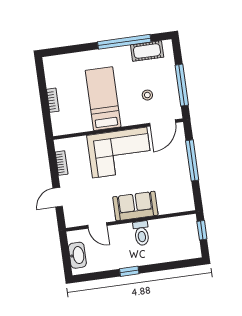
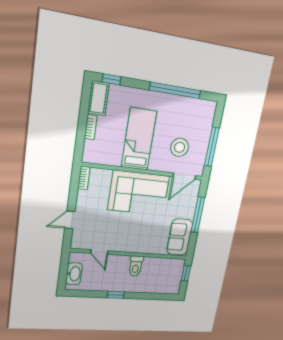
window: (60, 51) -> (111, 79), added
cot: (147, 51) -> (98, 98), moved, turned 90
stool: (147, 95) -> (180, 147), width x1.89, depth x1.89
bookcase: (62, 163) -> (84, 178), moved
sofa: (135, 206) -> (180, 237), moved, turned -90

